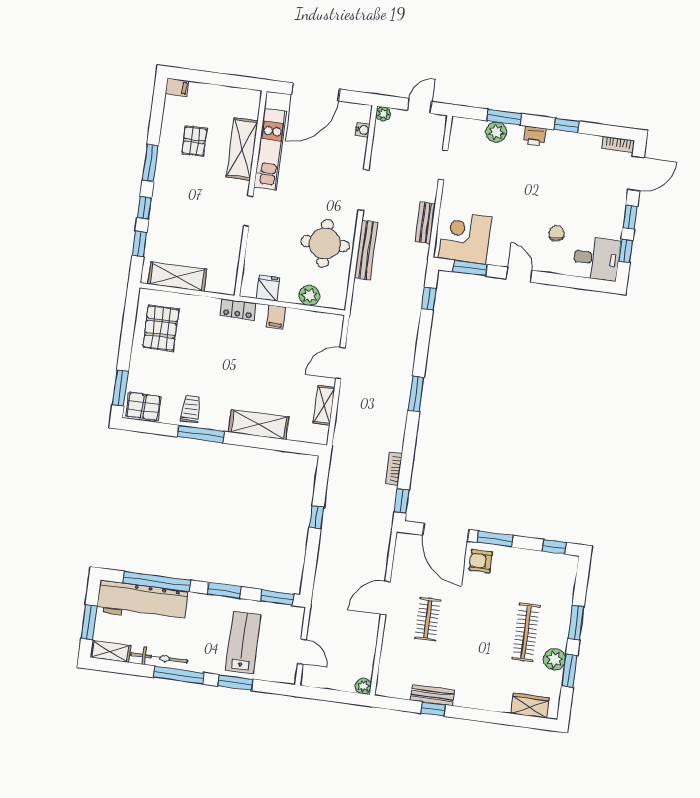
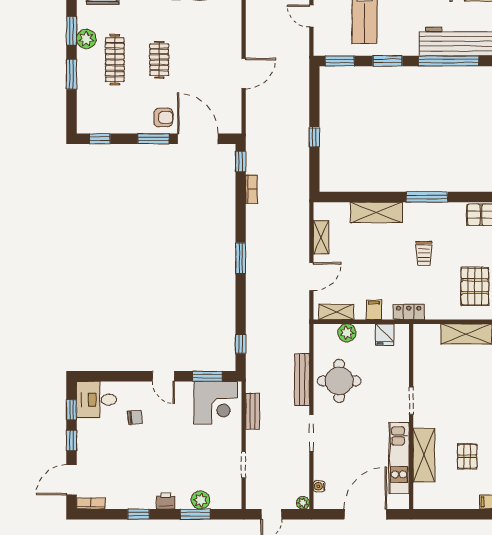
chair: (557, 233) -> (135, 417), turned -87
shelving: (318, 320) -> (336, 312), added
trolley: (191, 409) -> (424, 253), moved
clothes rail: (428, 619) -> (159, 60), moved

